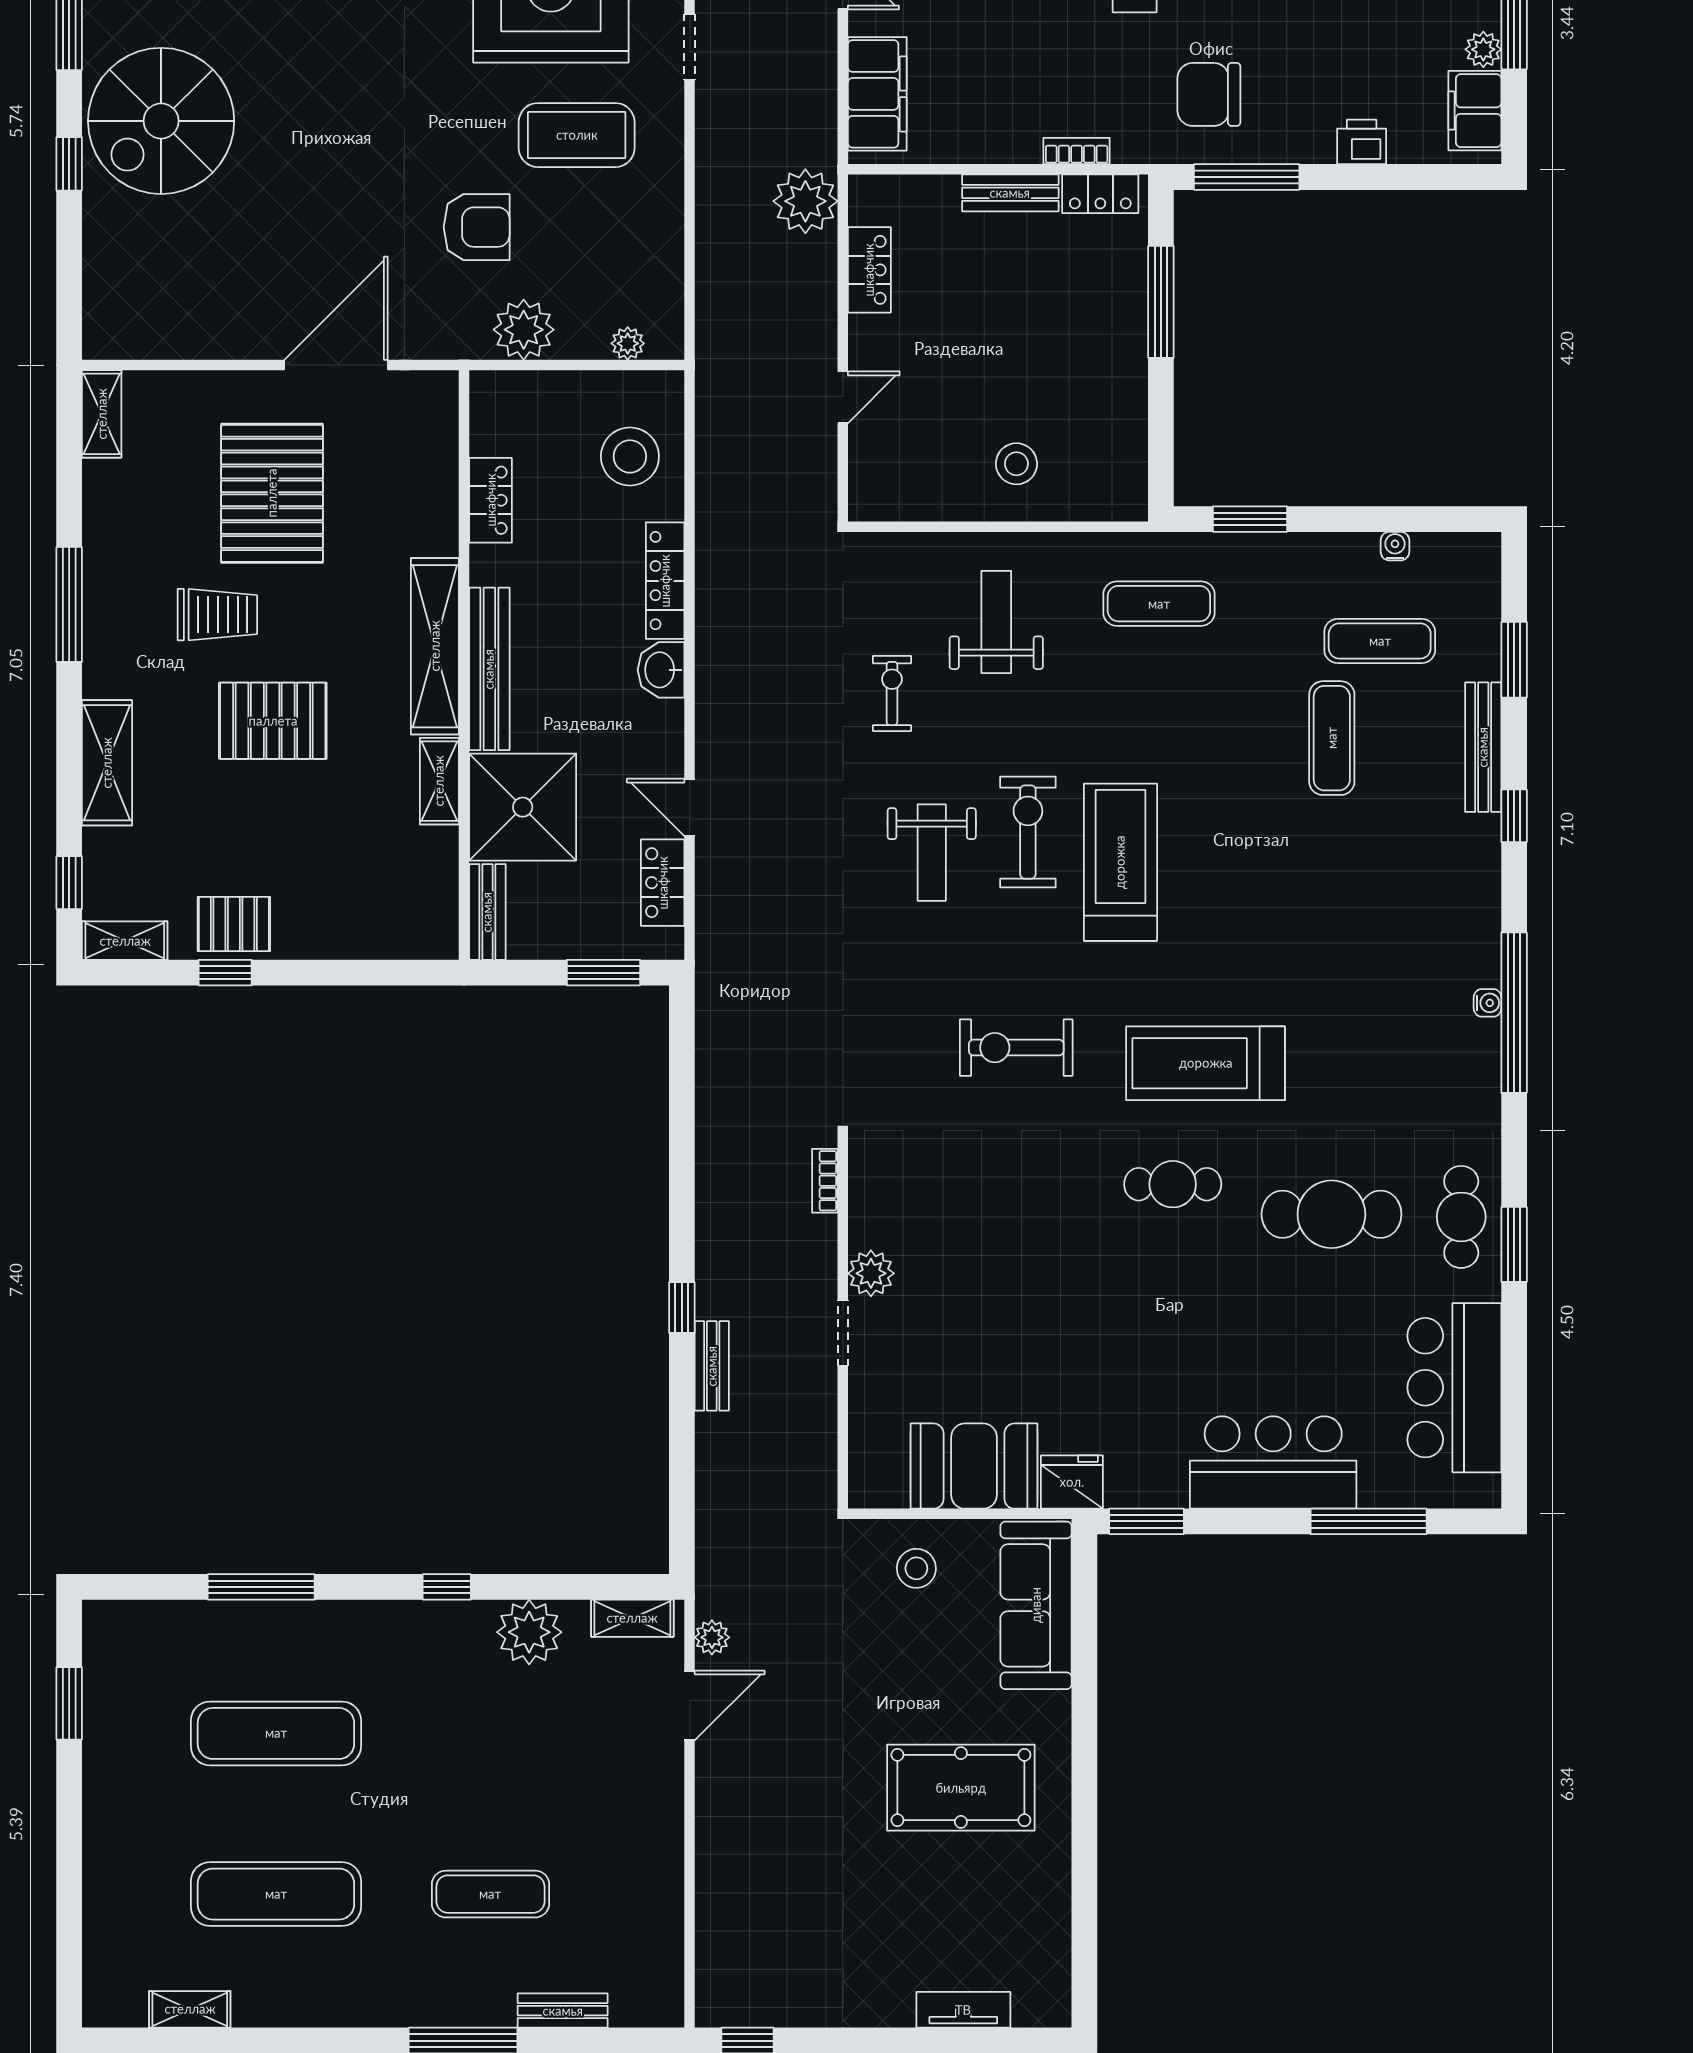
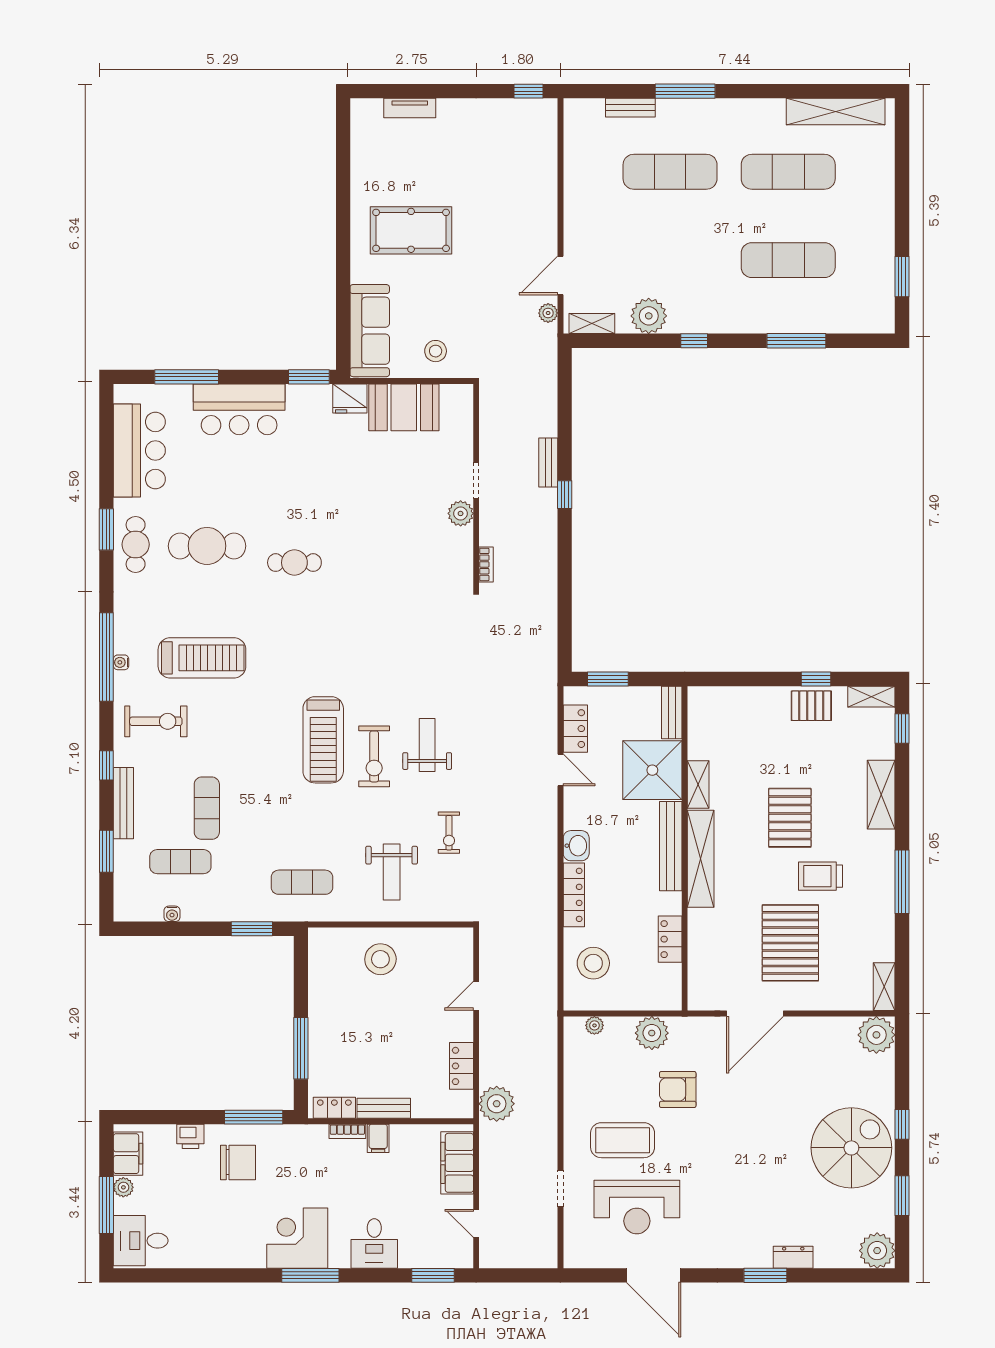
chair: (1209, 94) -> (238, 1162), moved
filing cabinet: (1021, 138) -> (378, 1138), added
plant: (116, 326) -> (876, 1035), added
stool: (1016, 464) -> (380, 959), width x1.38, depth x1.38
pallet: (273, 721) -> (790, 818), turned 90
exercise bike: (1016, 1048) -> (156, 721), moved
treadmill: (1206, 1063) -> (202, 658), moved
exercise mat: (490, 1894) -> (670, 172), width x1.36, depth x1.45
shelving: (190, 2009) -> (836, 112), width x2.20, depth x1.33

